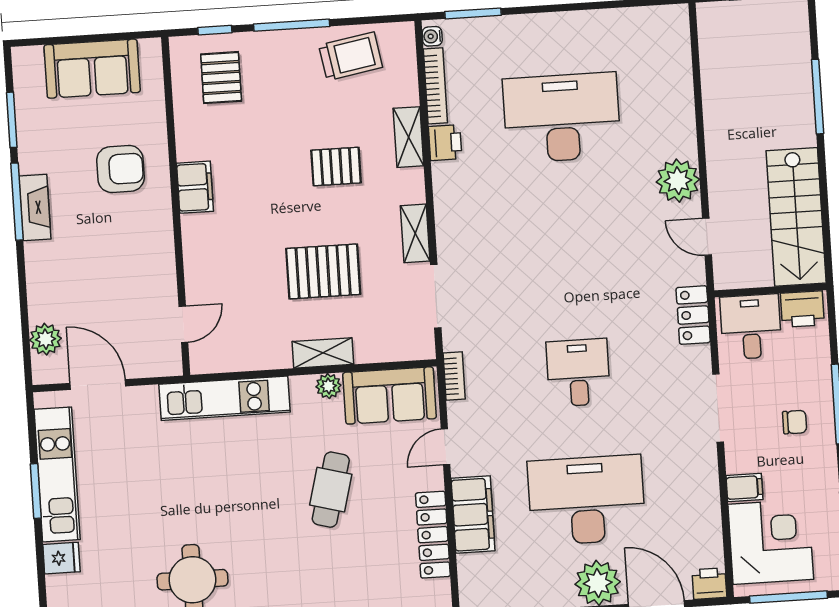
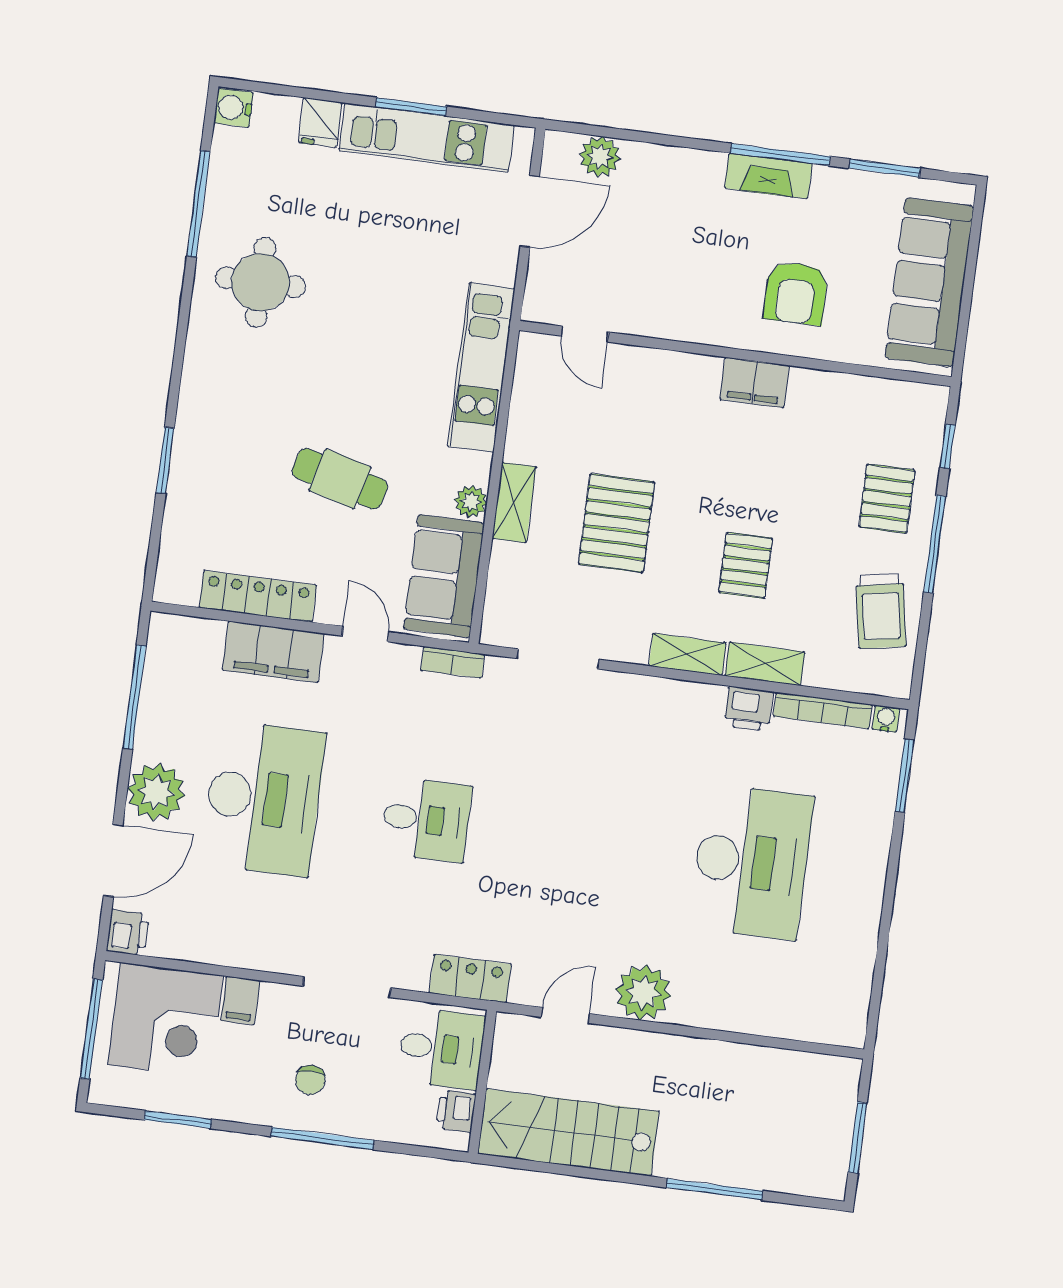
sofa: (92, 69) -> (929, 282), width x1.36
pallet: (221, 78) -> (887, 499), moved, turned 90
shelving: (415, 233) -> (687, 654), moved
printer: (802, 309) -> (456, 1111), width x0.73, depth x0.81

